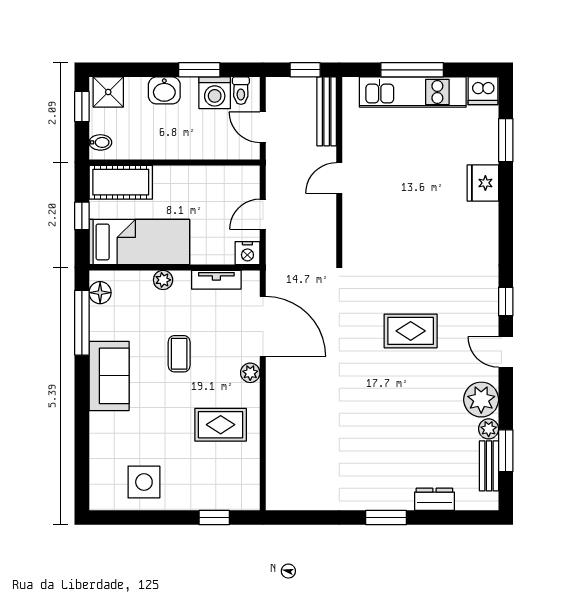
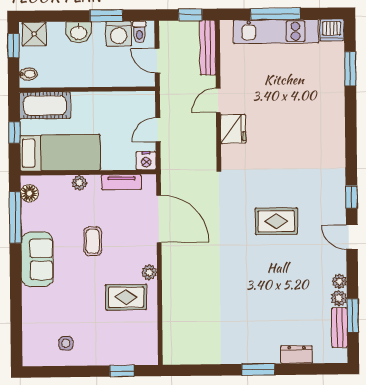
fridge: (483, 183) -> (233, 129), moved, turned 180
plant: (250, 373) -> (149, 272), moved
plant: (481, 400) -> (339, 281), width x0.53, depth x0.53
side table: (144, 482) -> (66, 343), width x0.54, depth x0.54

